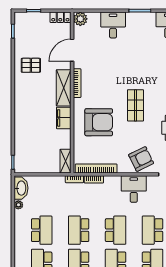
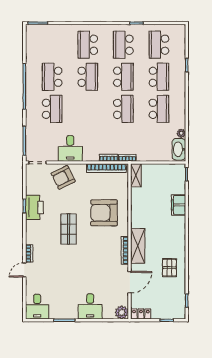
pallet: (31, 65) -> (169, 268), turned 90
filing cabinet: (64, 118) -> (179, 205), moved, turned 180
school desk: (42, 230) -> (159, 109), turned 180
school desk: (116, 230) -> (88, 109), removed

